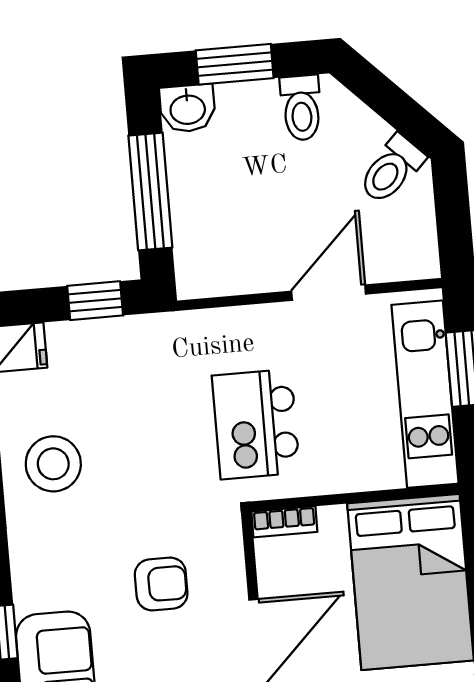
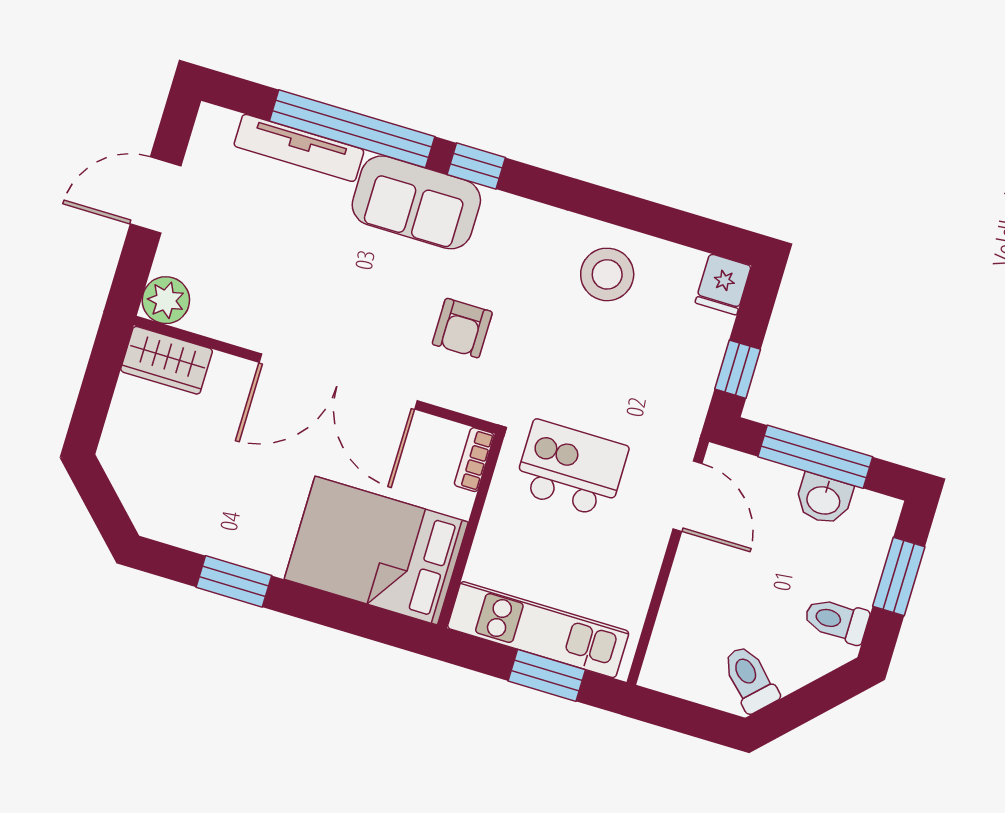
washbasin: (188, 108) -> (824, 499), moved, turned -90
door: (329, 293) -> (687, 496), moved

